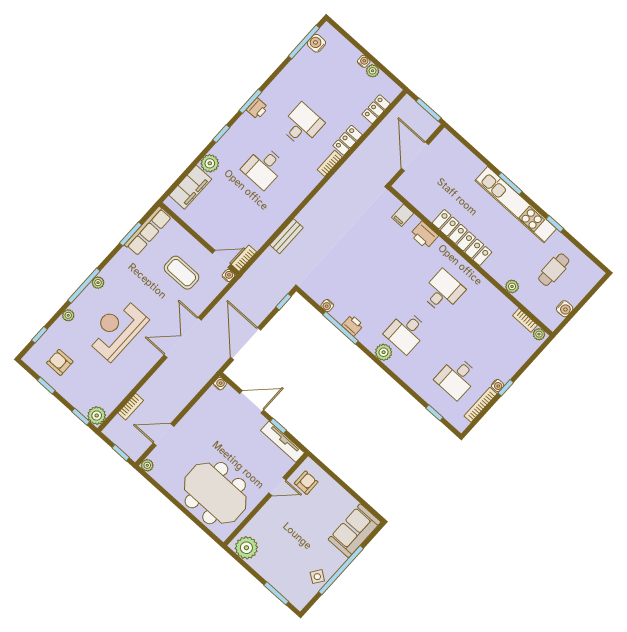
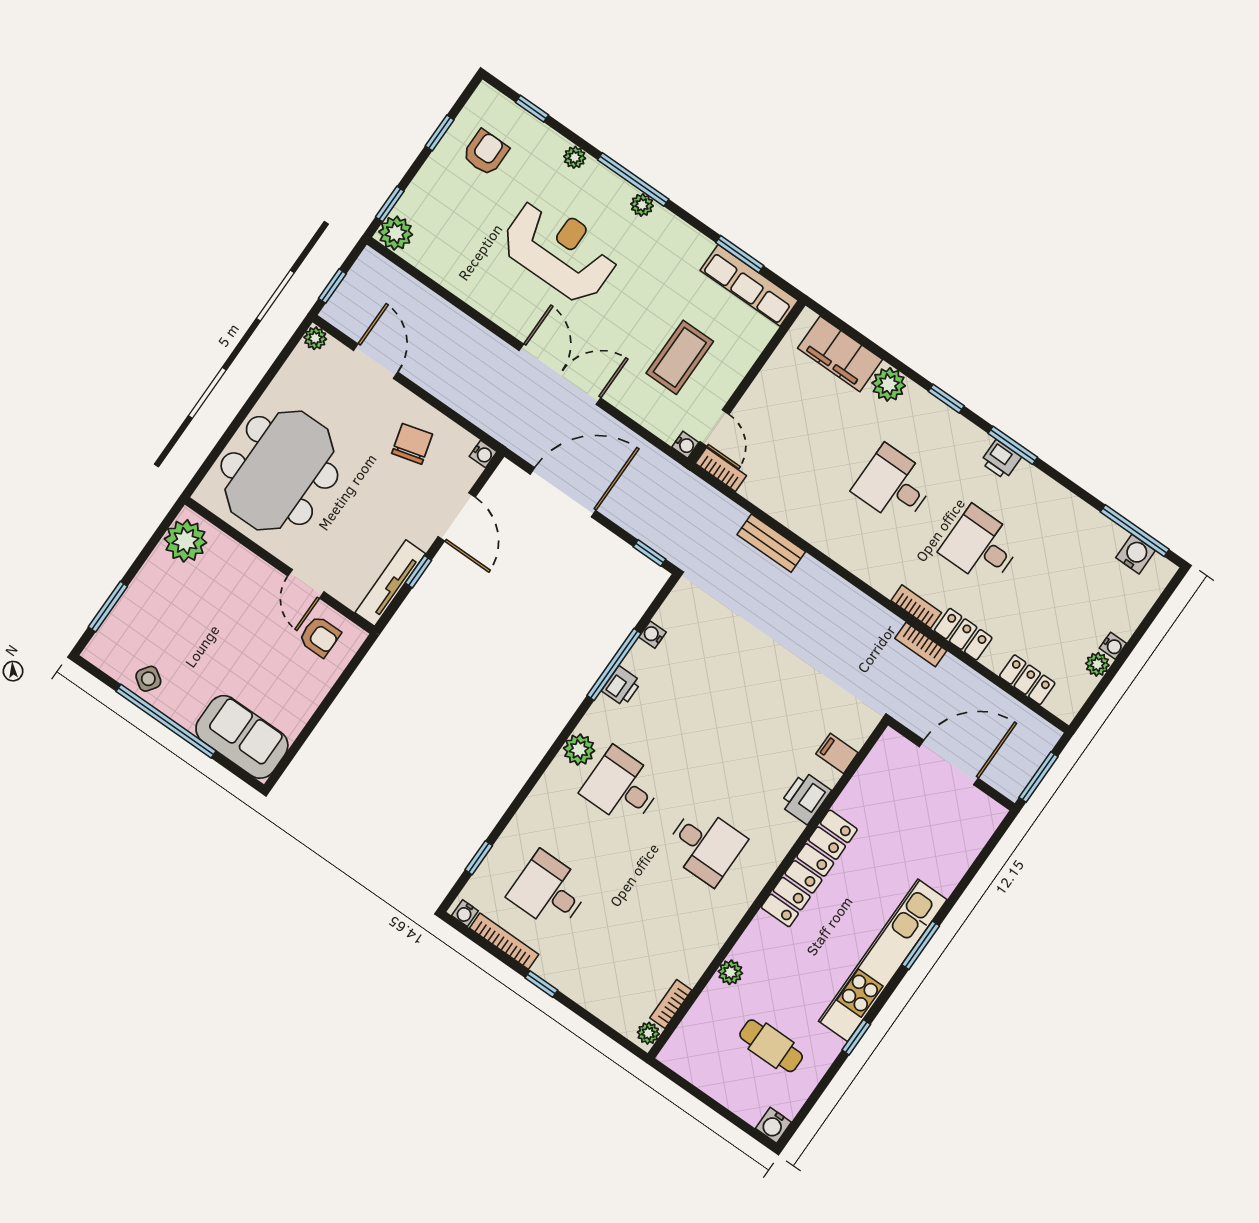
desk: (302, 125) -> (981, 546), turned 180
water cooler: (565, 309) -> (773, 1125), moved
water cooler: (498, 385) -> (465, 913), moved
bookcase: (131, 407) -> (921, 645), moved
chair: (210, 421) -> (412, 444), added

